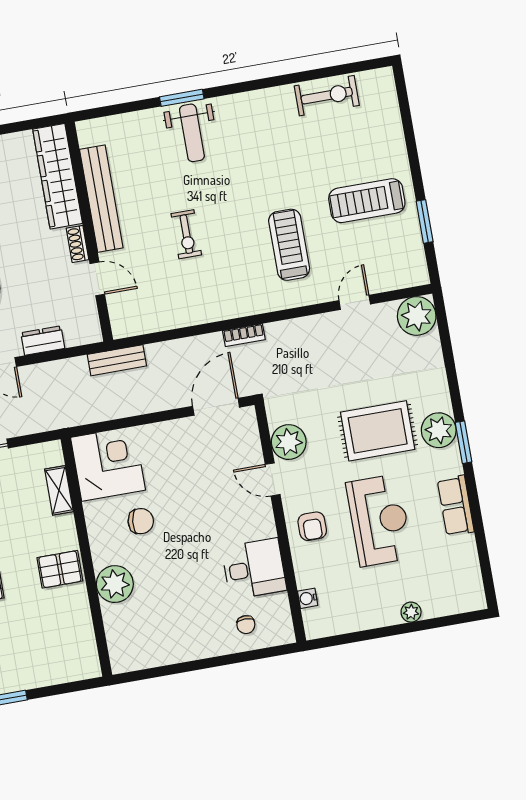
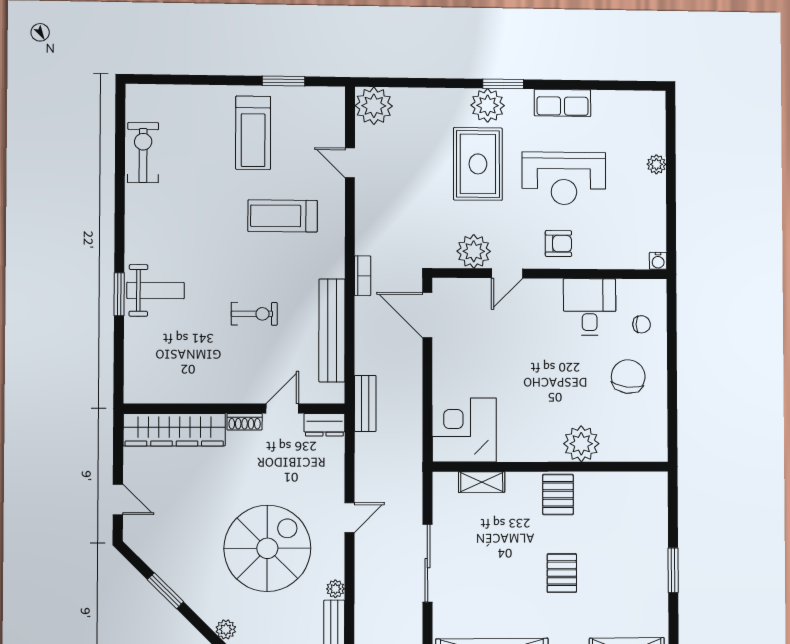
bench: (101, 199) -> (332, 330), moved, turned 90
dresser: (43, 341) -> (324, 425), moved, turned -90
reception desk: (379, 520) -> (564, 178), turned 180
chair: (141, 521) -> (628, 377), moved, width x1.37, depth x1.37
water cooler: (308, 598) -> (658, 261), moved

